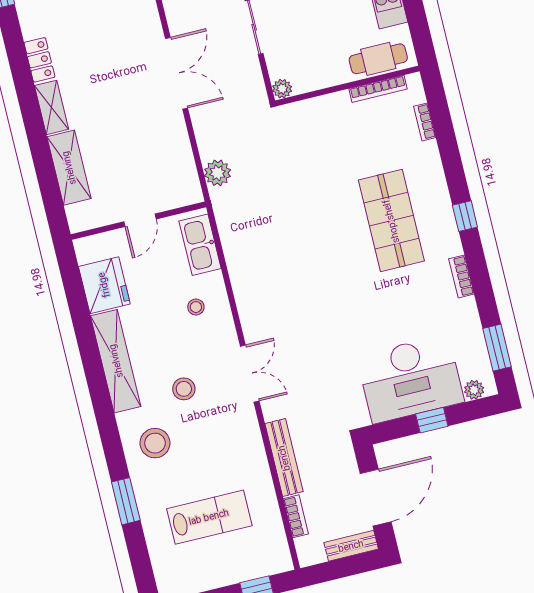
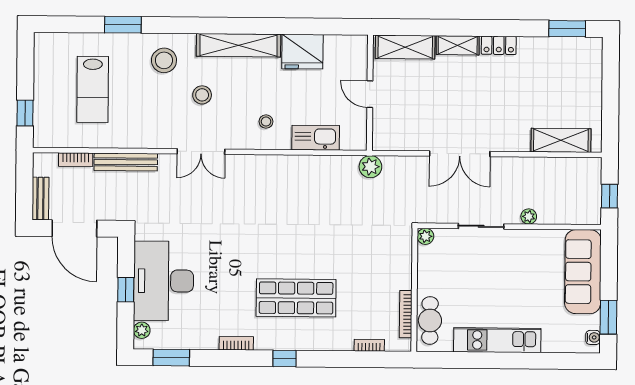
door: (140, 220) -> (370, 94), moved
wall: (138, 221) -> (370, 93), moved

